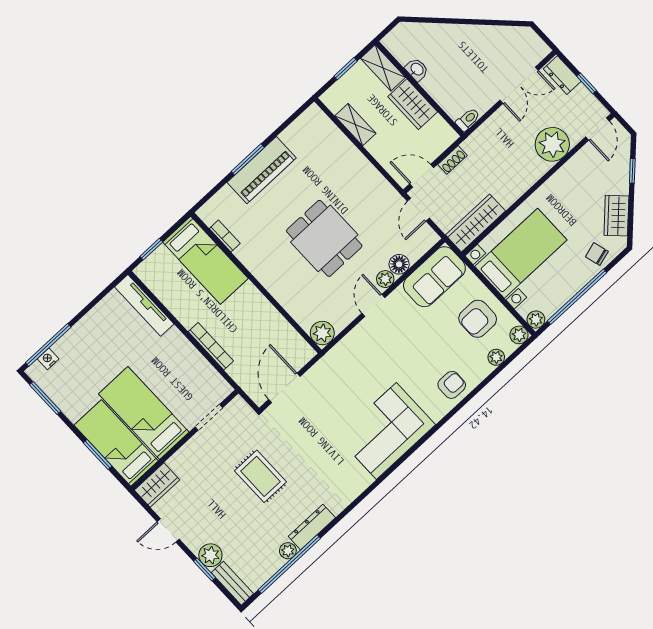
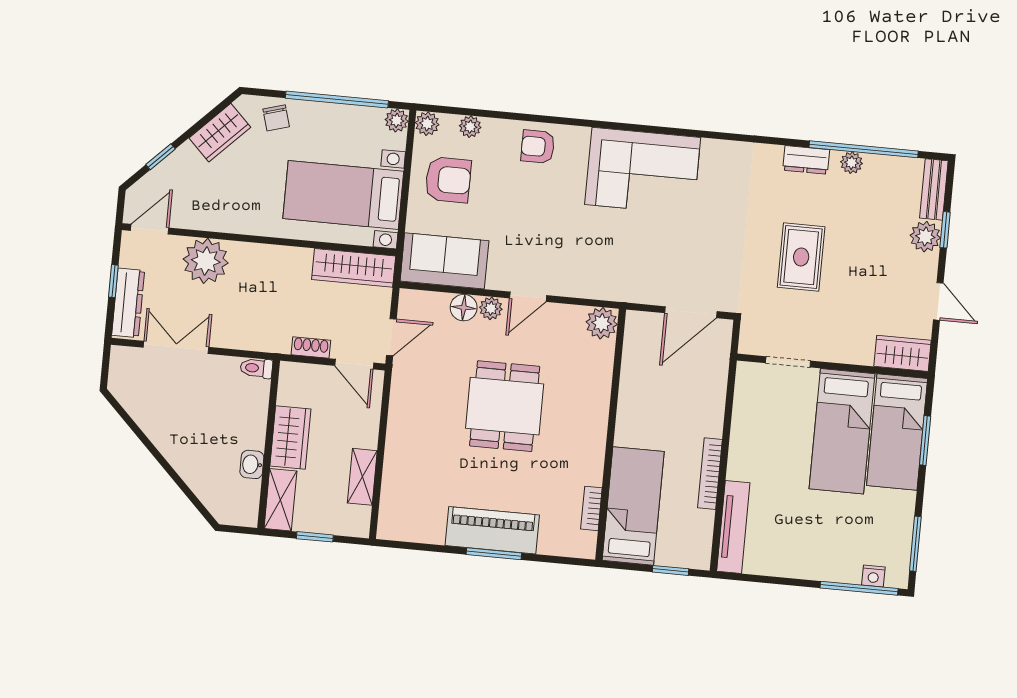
dresser: (562, 75) -> (128, 303), width x1.44
bookcase: (211, 346) -> (710, 474), moved
dresser: (312, 527) -> (806, 160), width x0.70

